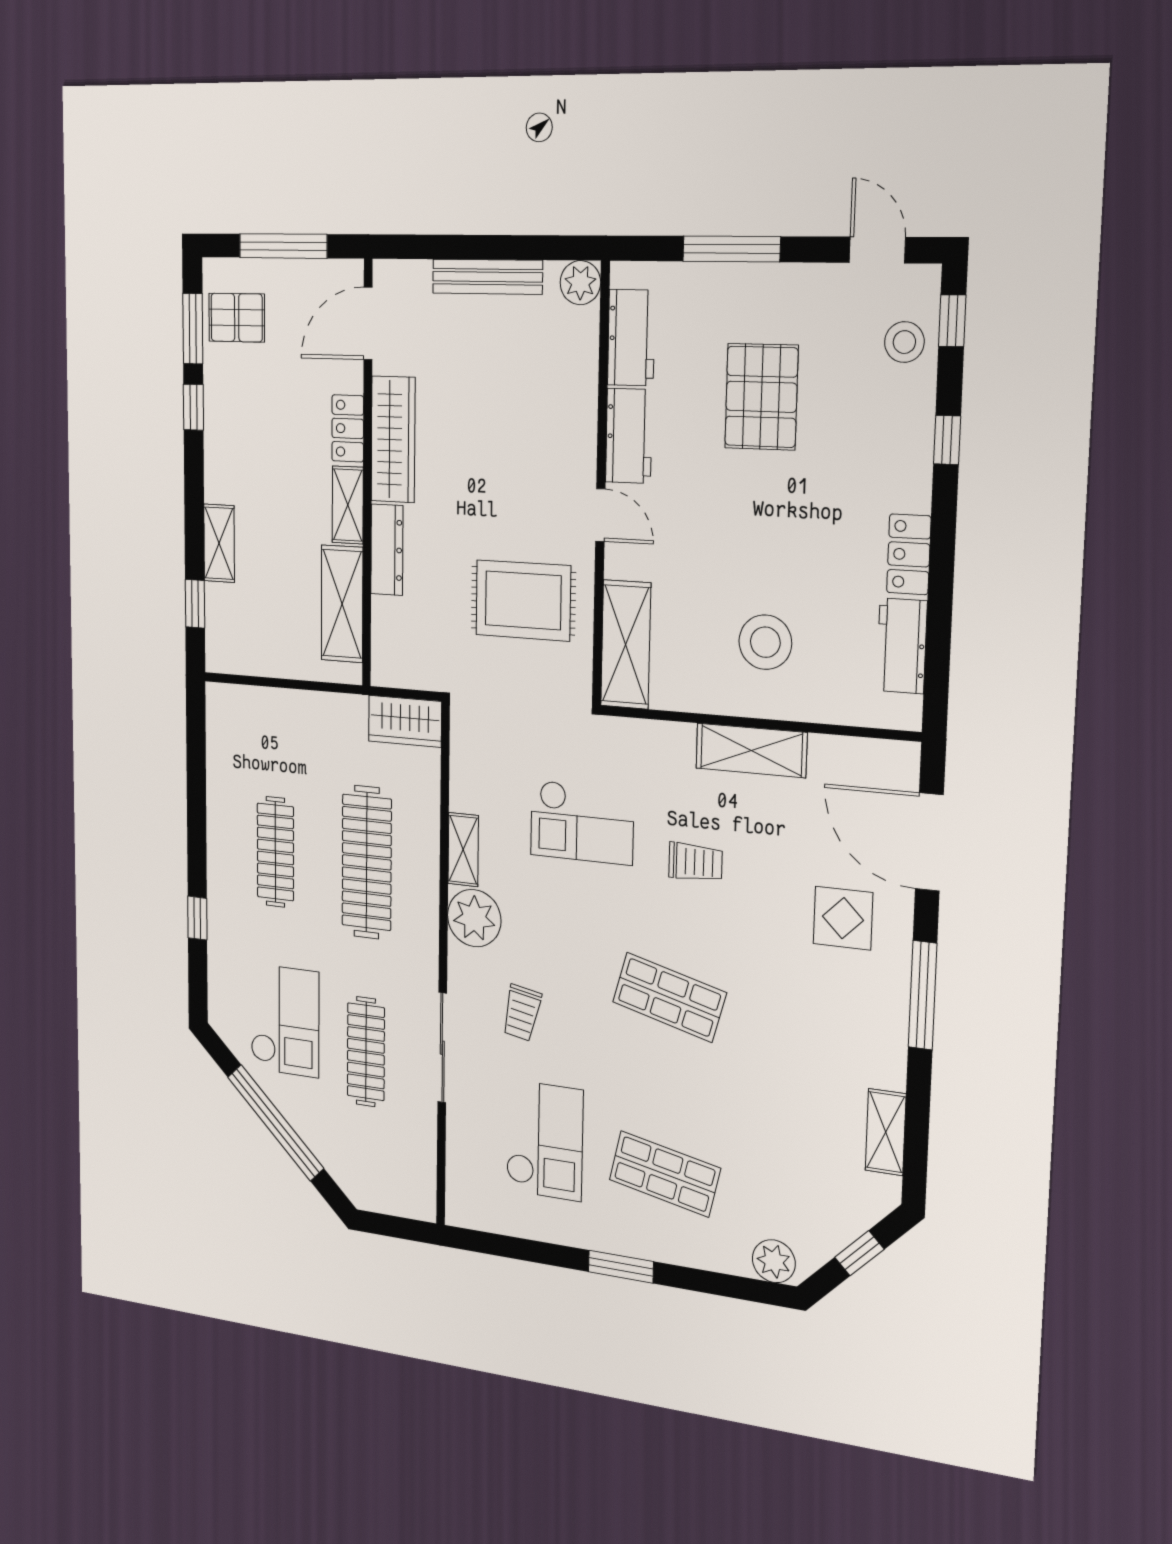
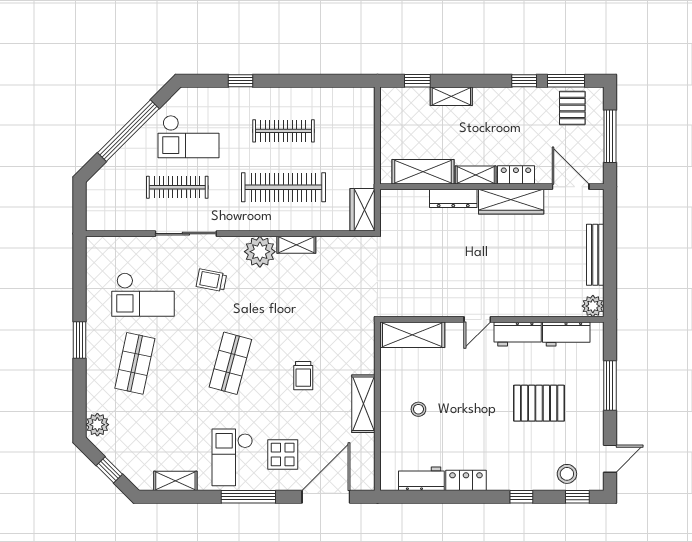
rug: (523, 600) -> (431, 277), removed
stool: (765, 642) -> (418, 409), width x0.53, depth x0.53
checkout: (582, 822) -> (232, 457), moved

